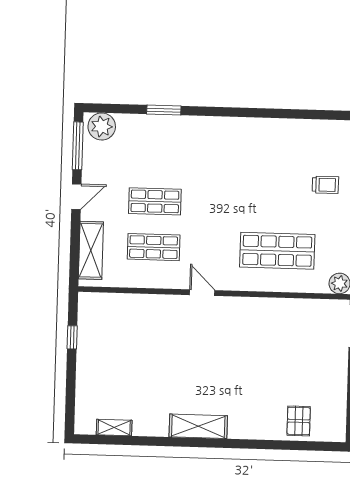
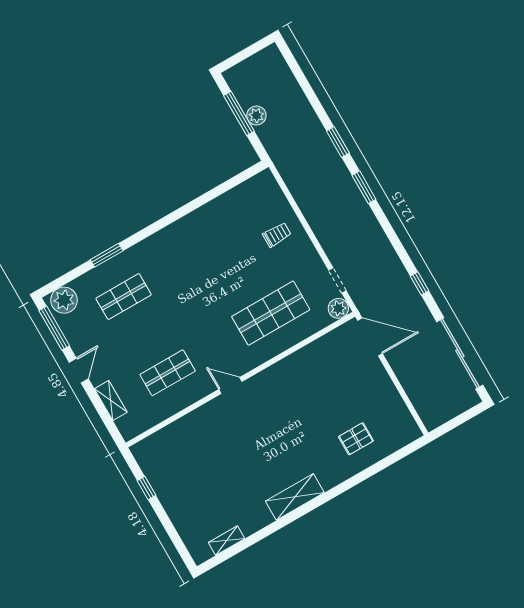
shop shelf: (155, 201) -> (124, 297), moved
shelving: (91, 250) -> (111, 400), width x0.67, depth x0.75
pallet: (299, 421) -> (356, 439), moved, turned 90

